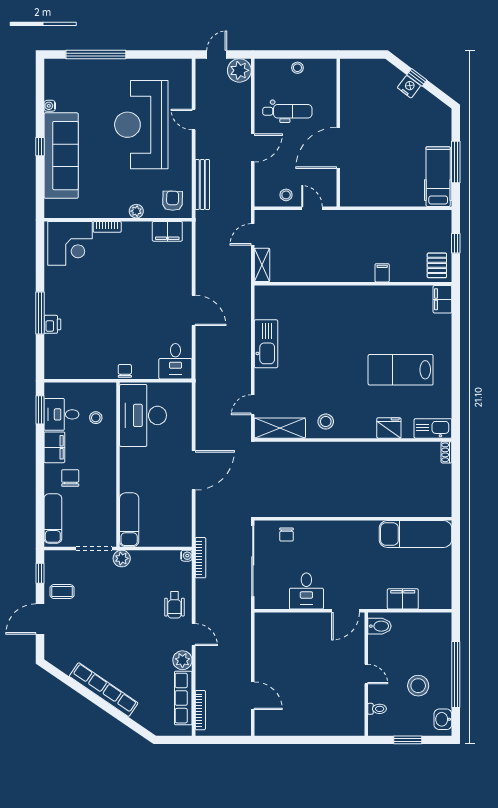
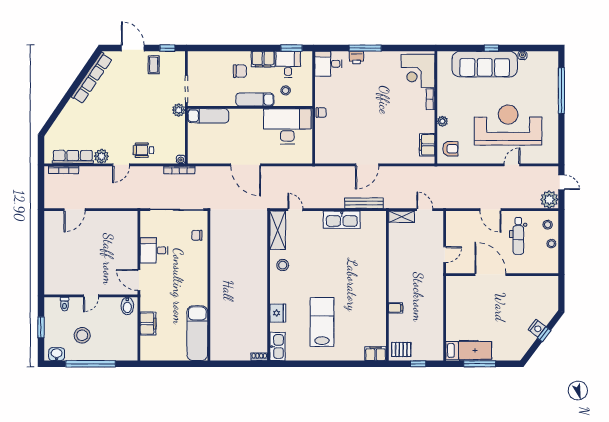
bench: (202, 185) -> (364, 203), moved
stool: (286, 195) -> (548, 225), moved
desk: (175, 361) -> (328, 64), moved
exam couch: (53, 519) -> (255, 99), moved, turned 180
row of seats: (104, 690) -> (92, 78), moved

